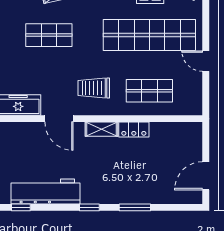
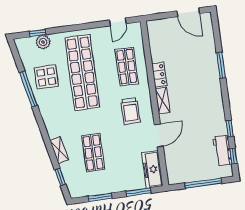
door: (206, 61) -> (118, 22), moved
workbench: (46, 191) -> (222, 151), width x0.53, depth x0.76
window: (89, 207) -> (230, 129), moved

